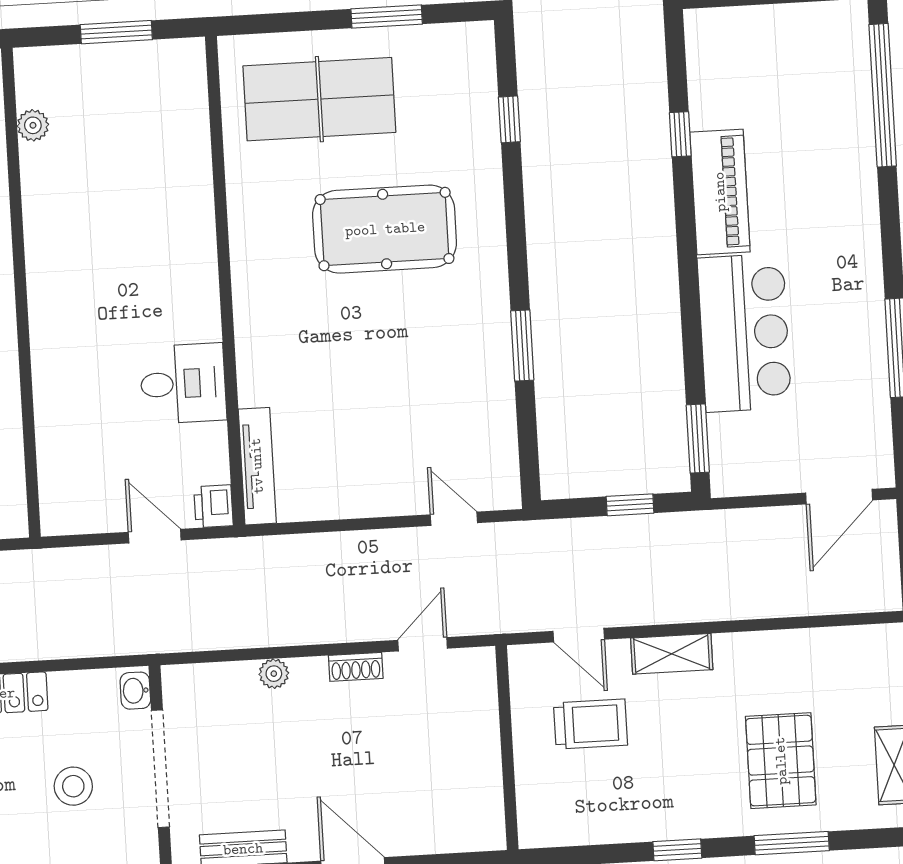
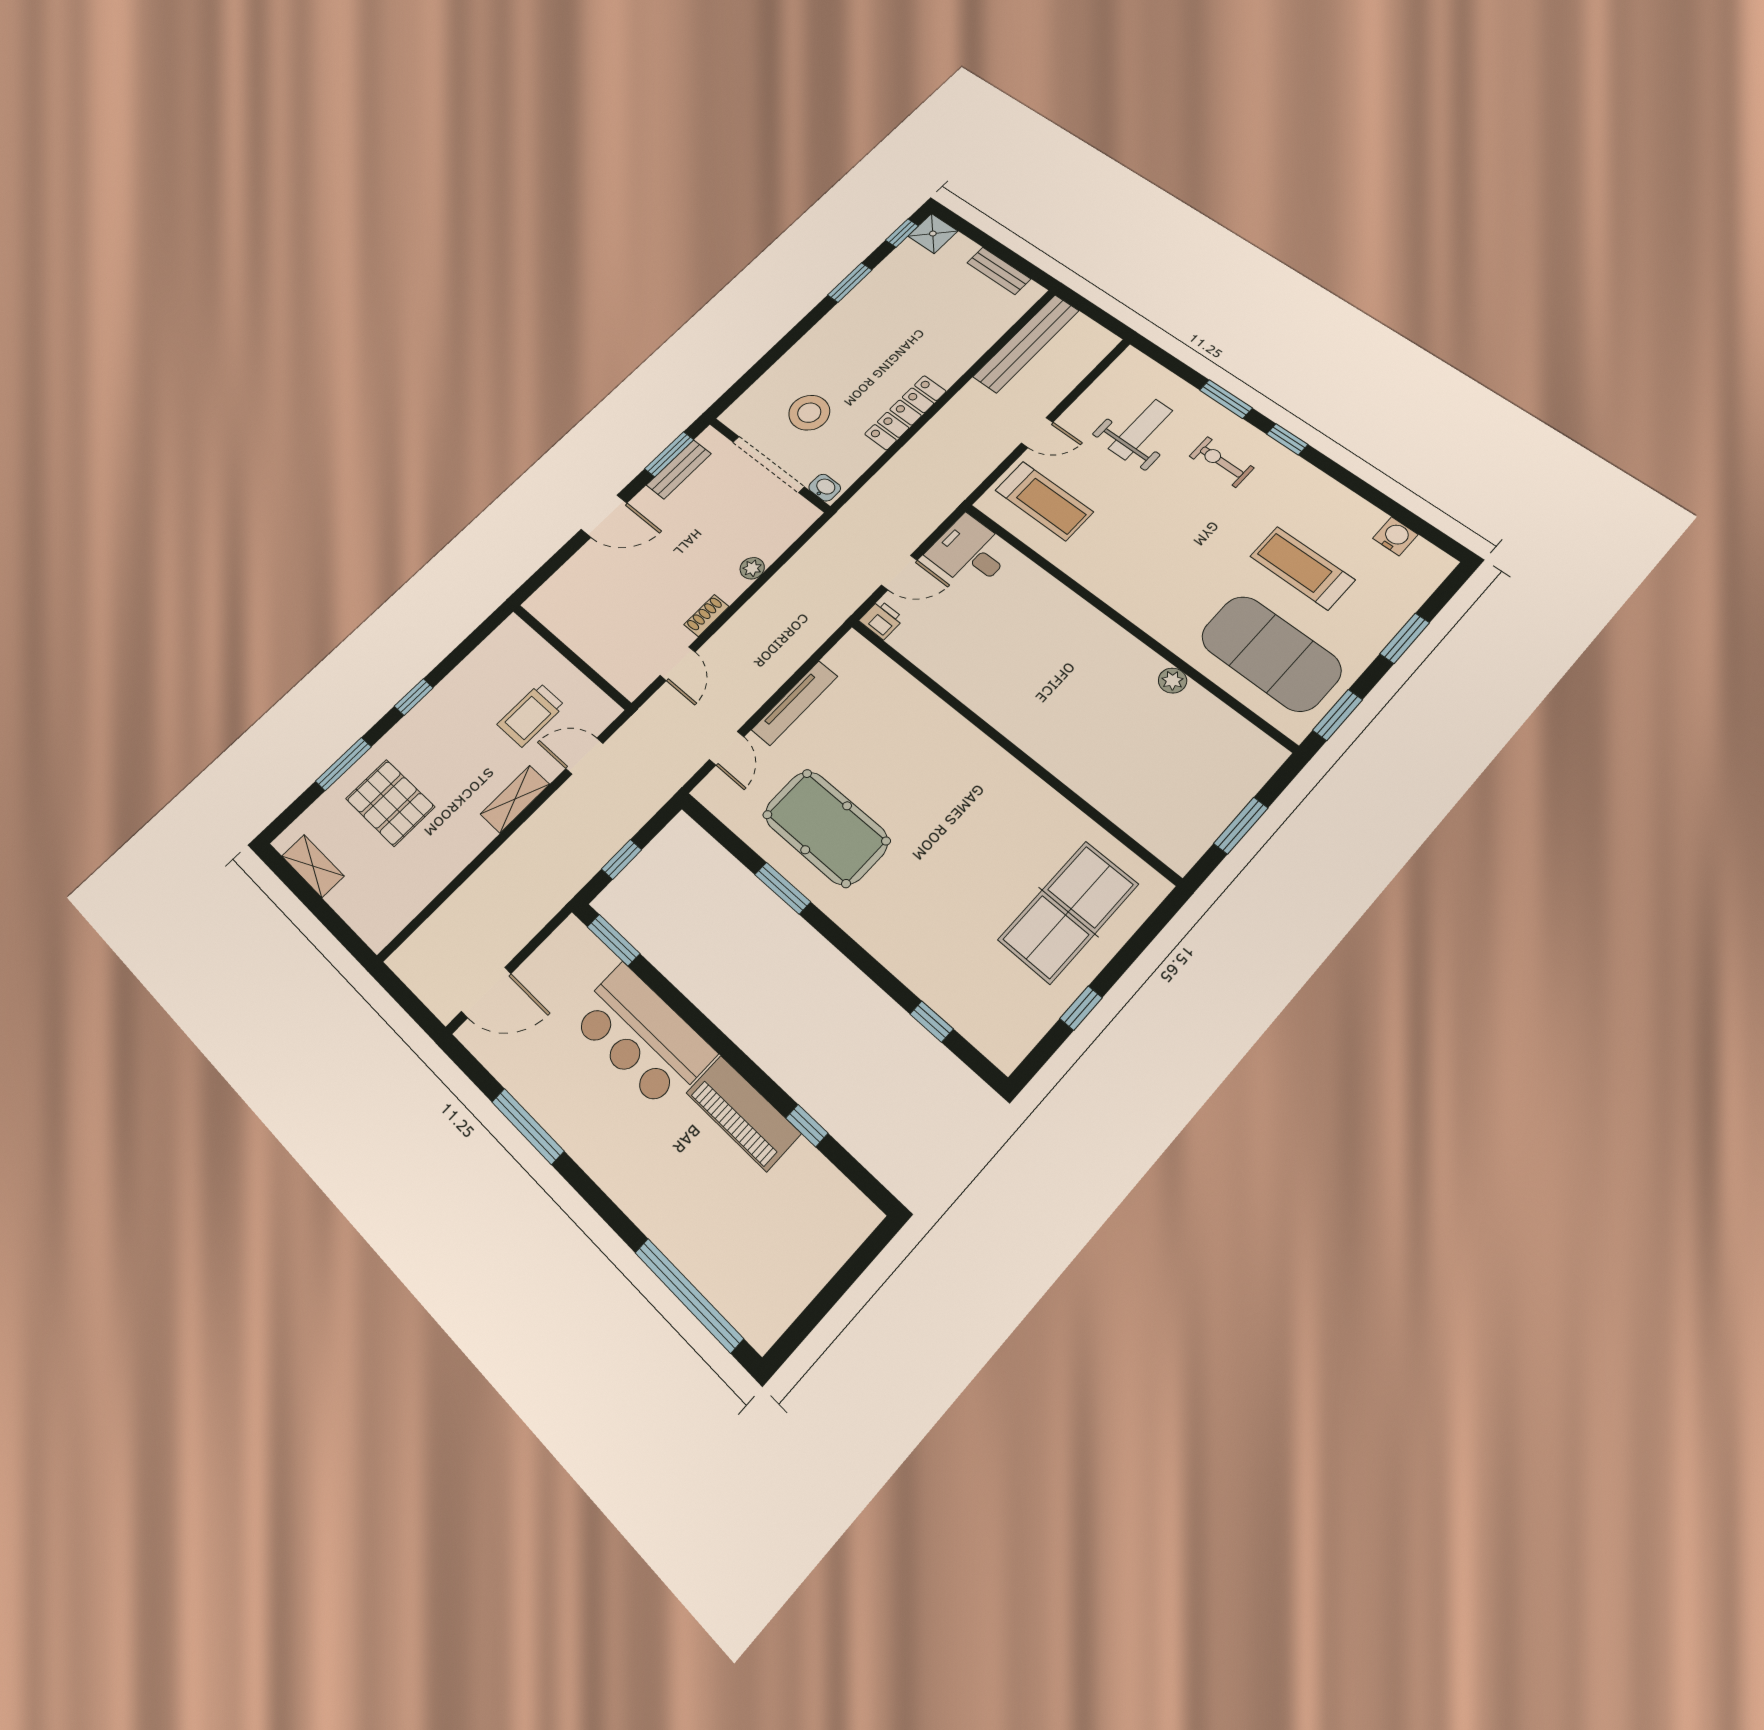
window: (387, 16) -> (1081, 1008), width x0.67
plant: (33, 125) -> (1173, 681), moved
pool table: (385, 229) -> (826, 828), moved, turned 90
desk: (183, 384) -> (970, 552), moved, turned 90
tv unit: (257, 466) -> (795, 703), moved, turned -90
door: (839, 497) -> (486, 992), swing flipped
door: (454, 519) -> (727, 748), hinge flipped
stool: (73, 786) -> (809, 413), width x1.38, depth x1.38

